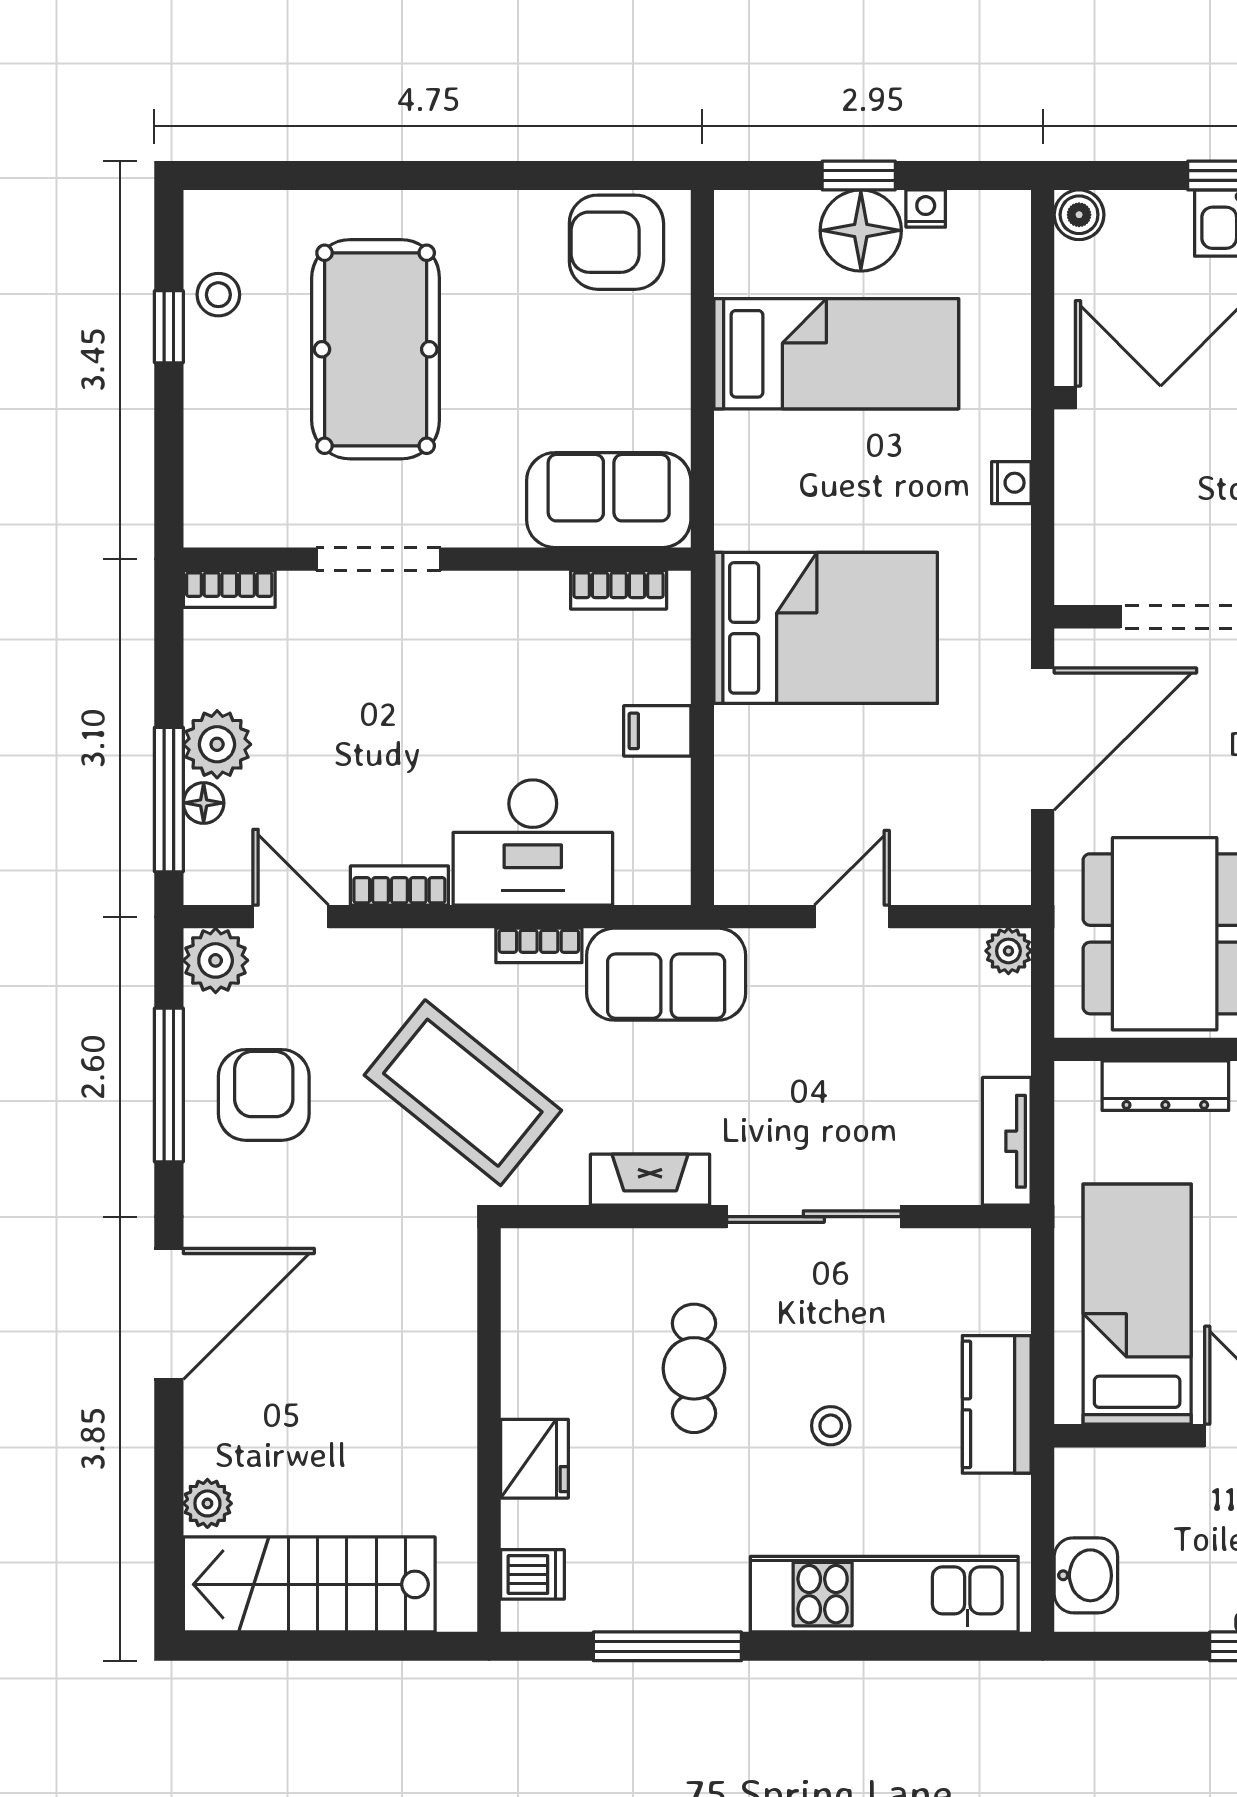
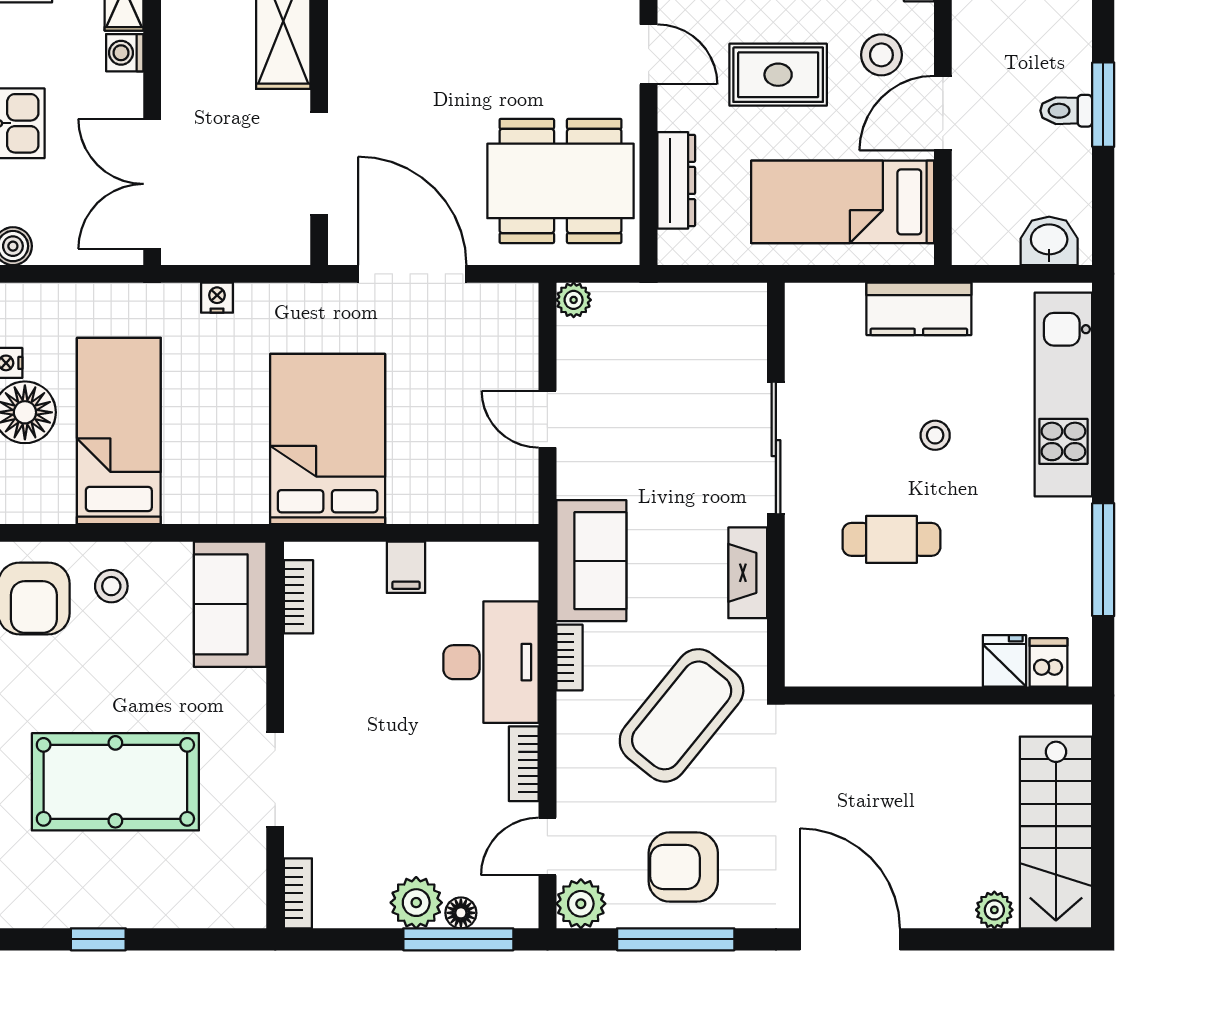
stool: (218, 295) -> (111, 586), moved
tv unit: (1007, 1141) -> (719, 301), removed
fridge: (534, 1459) -> (1004, 661), moved, width x0.72

